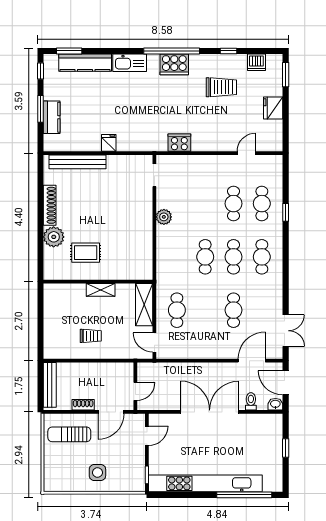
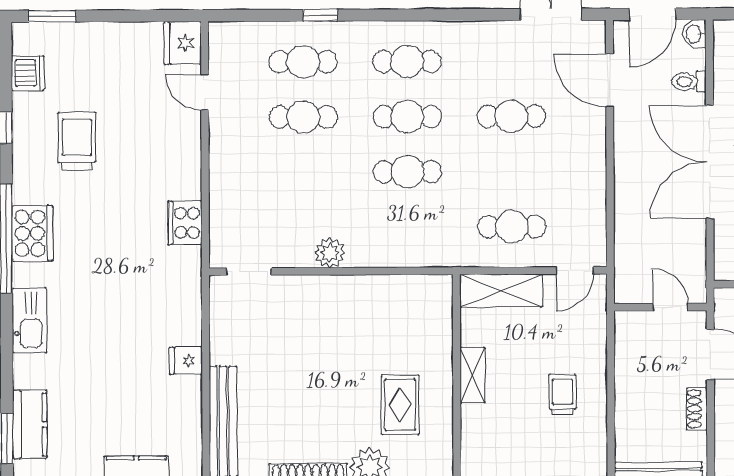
kitchen counter: (85, 63) -> (30, 424), width x0.67
fridge: (273, 108) -> (183, 43), moved, turned 90

